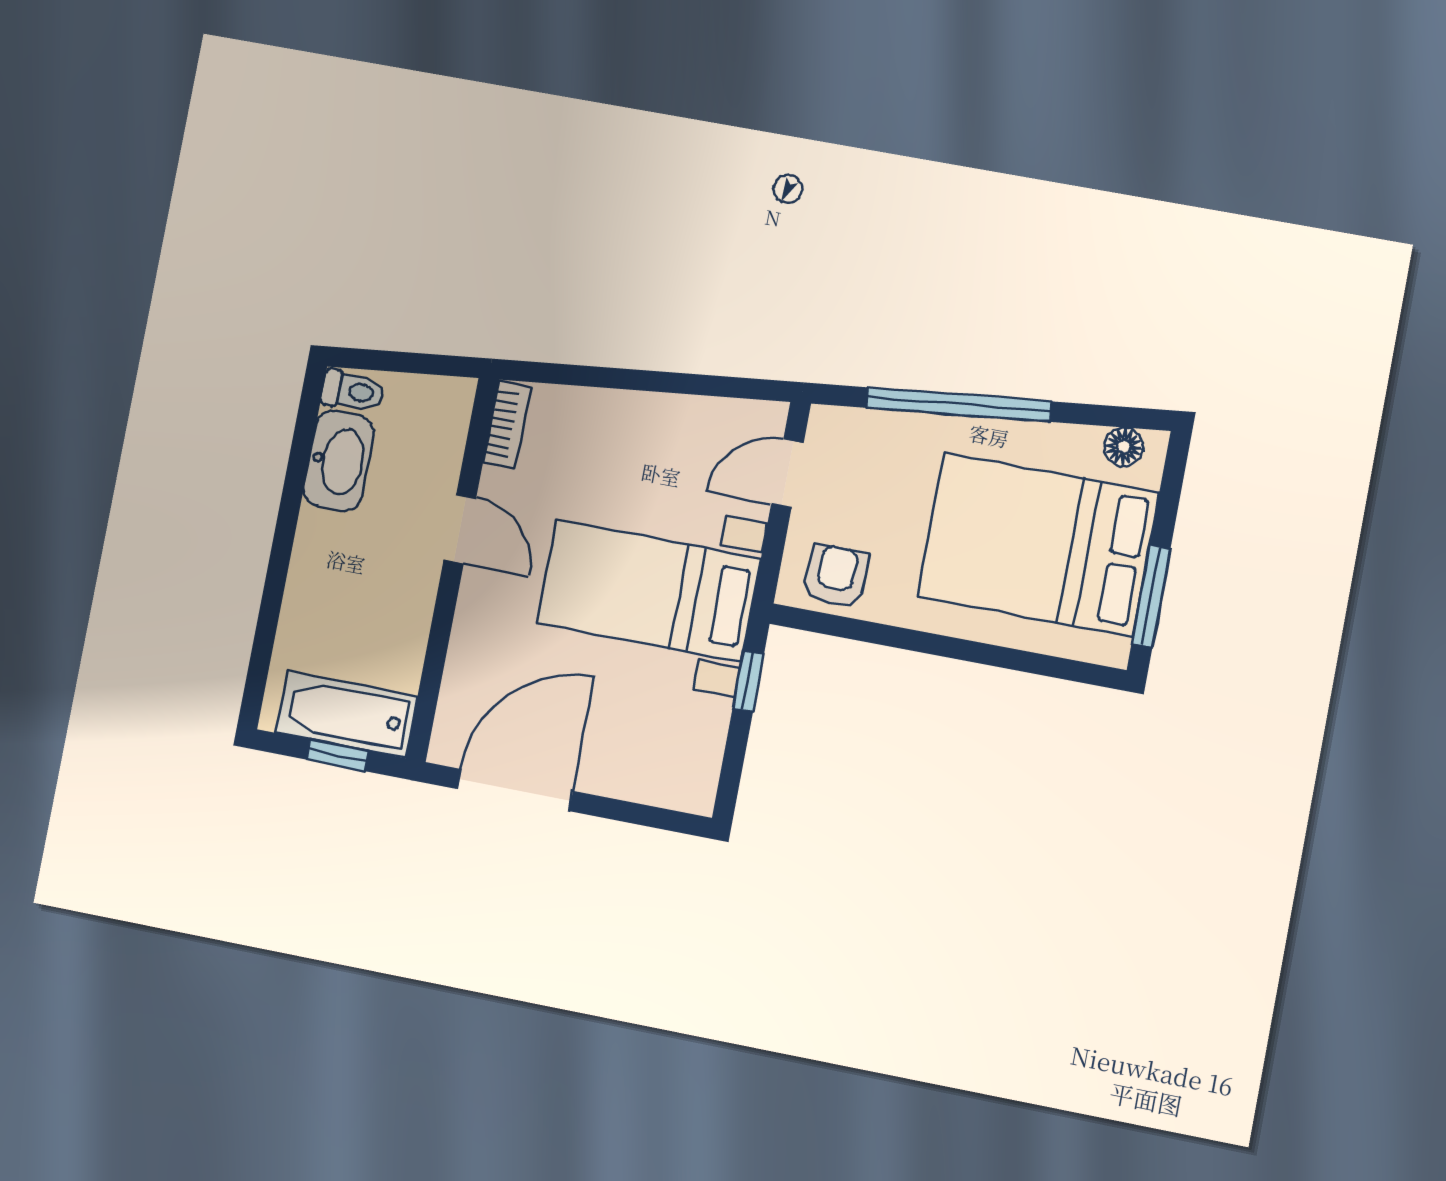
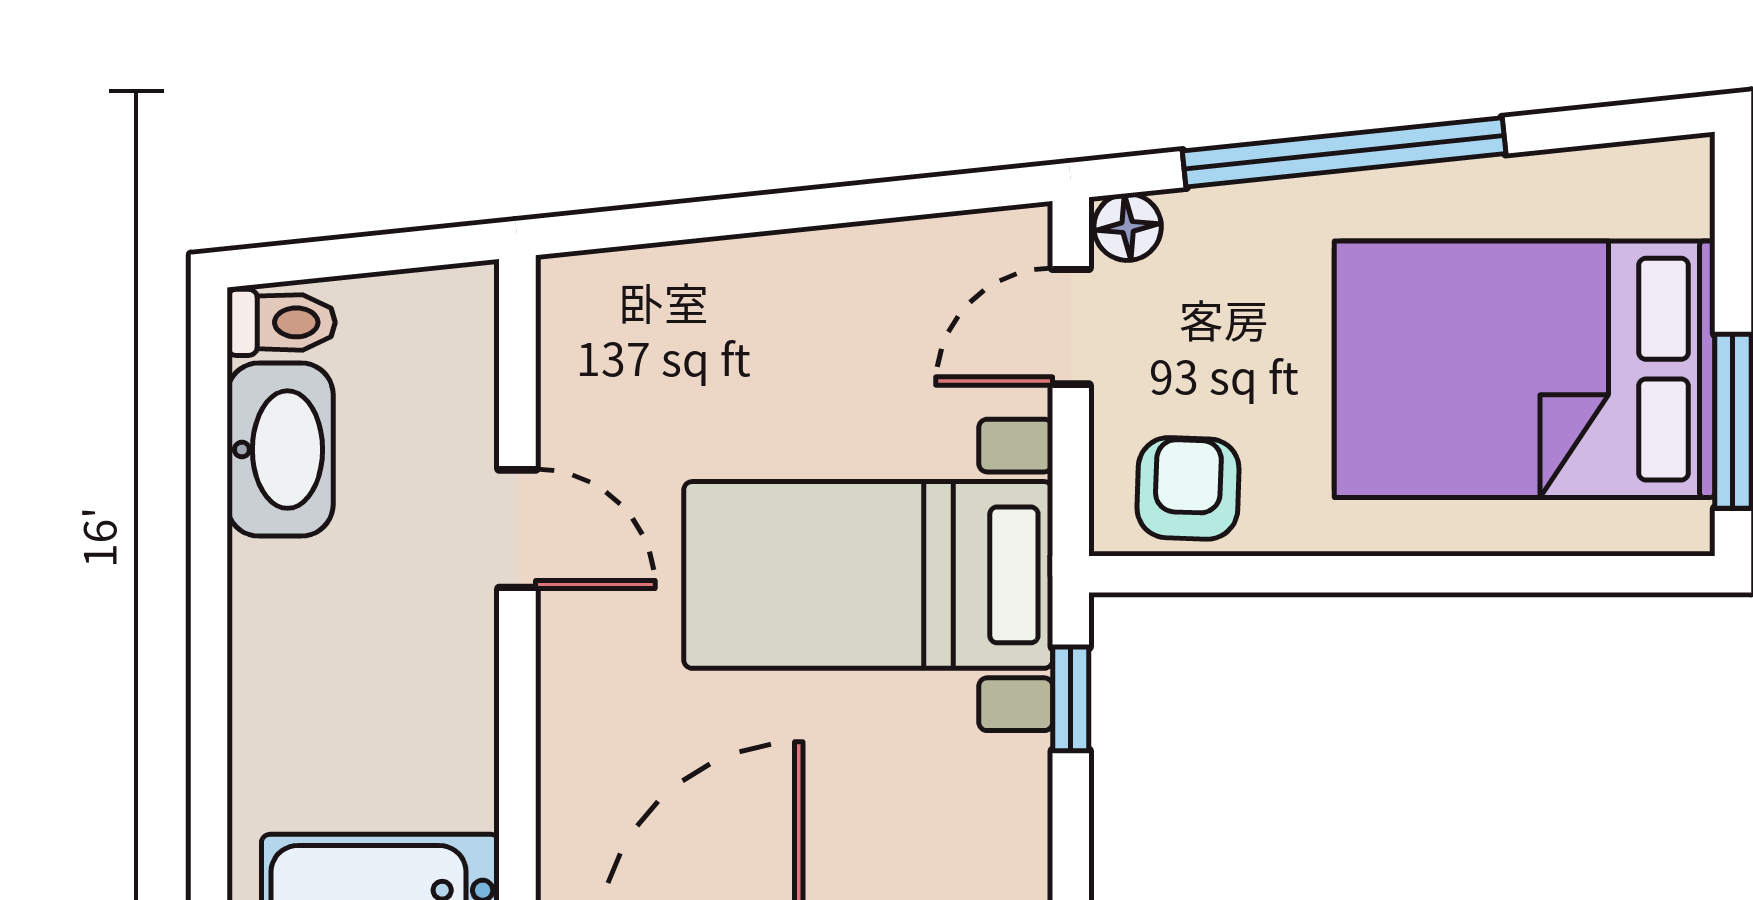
bookcase: (507, 425) -> (565, 331), removed
floor lamp: (1124, 447) -> (1128, 227), moved

